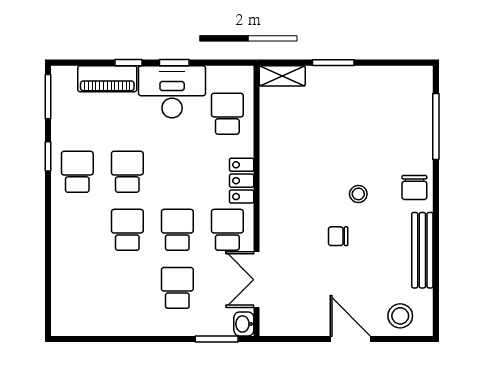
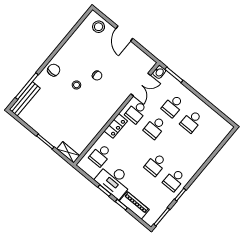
school desk: (127, 230) -> (191, 121), moved
bench: (422, 250) -> (25, 99), moved

